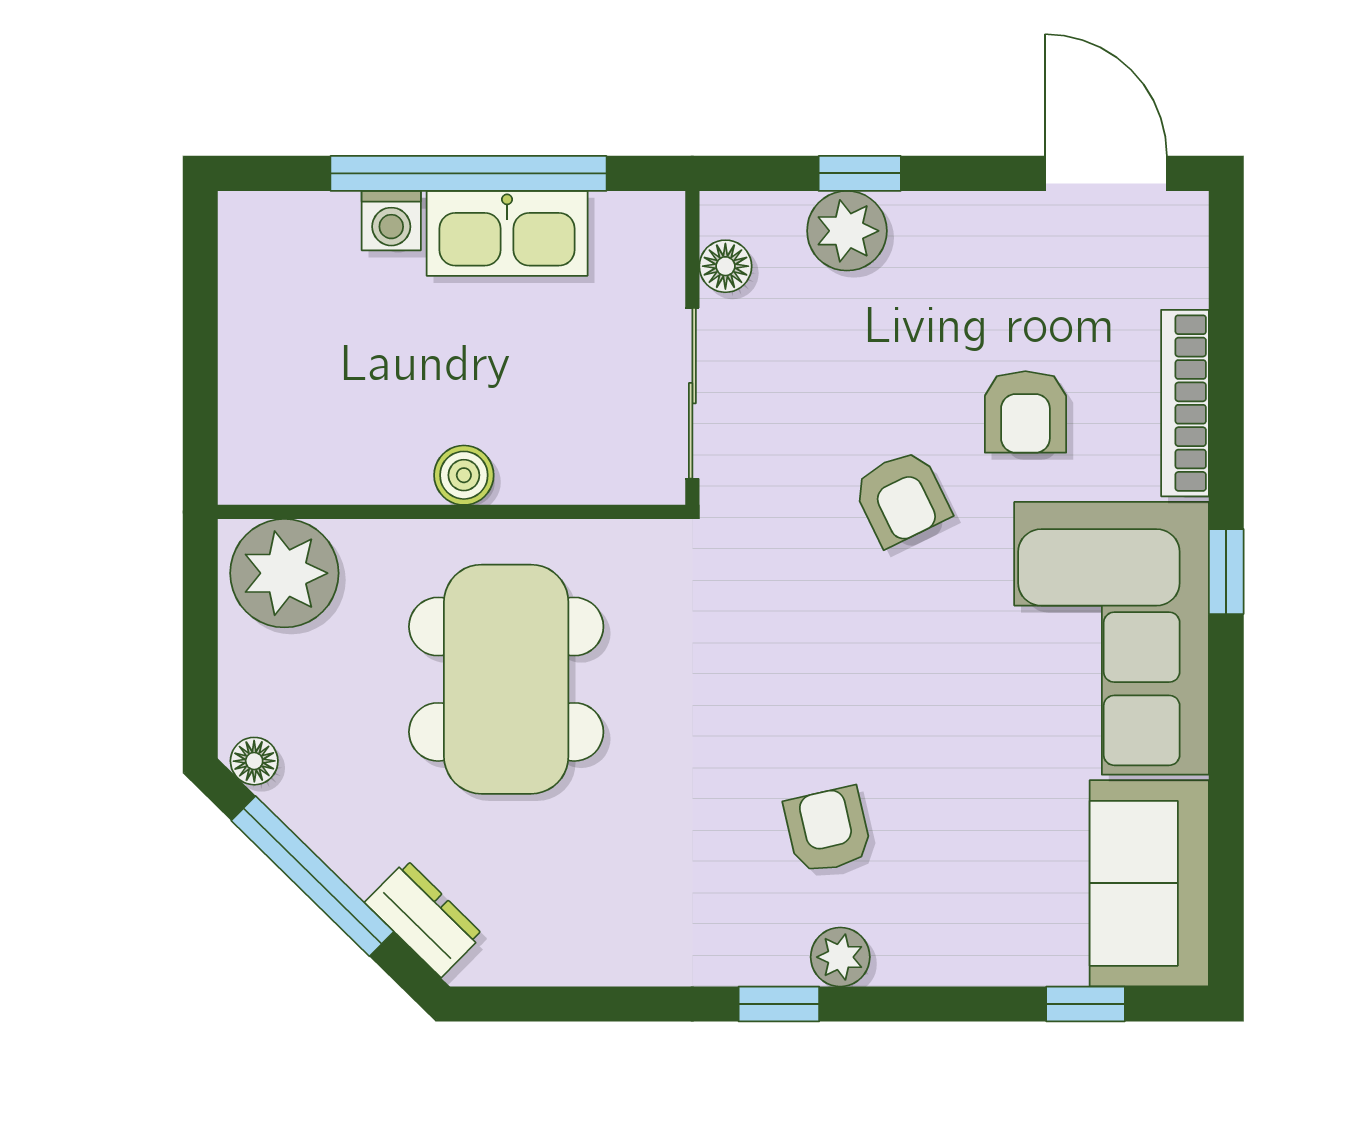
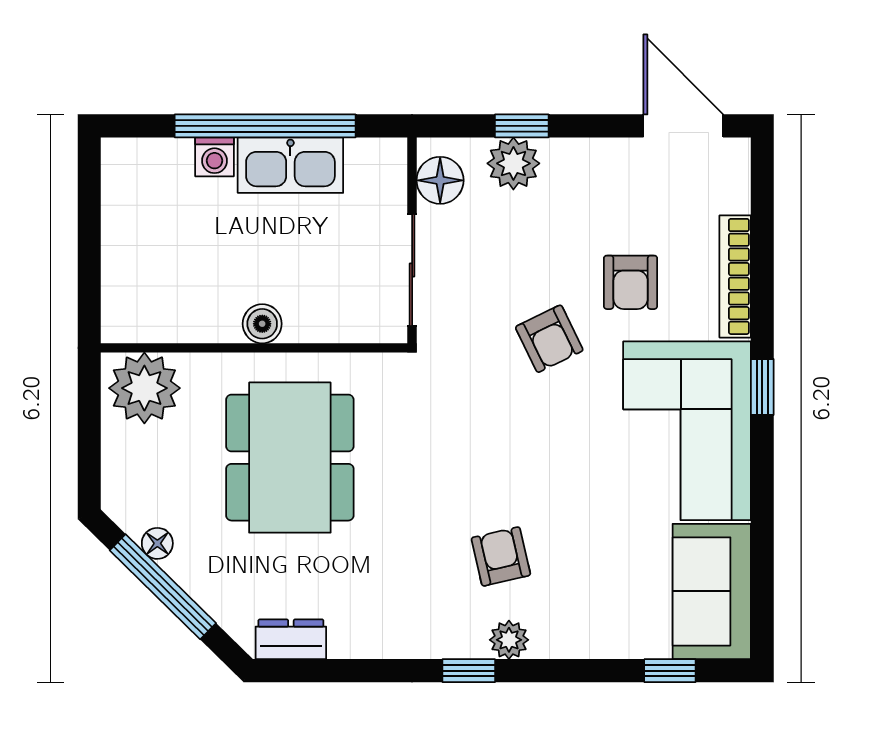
floor lamp: (725, 266) -> (440, 180), width x1.37, depth x1.37
floor lamp: (254, 761) -> (157, 543), moved
dresser: (424, 919) -> (291, 639), moved, turned -45

